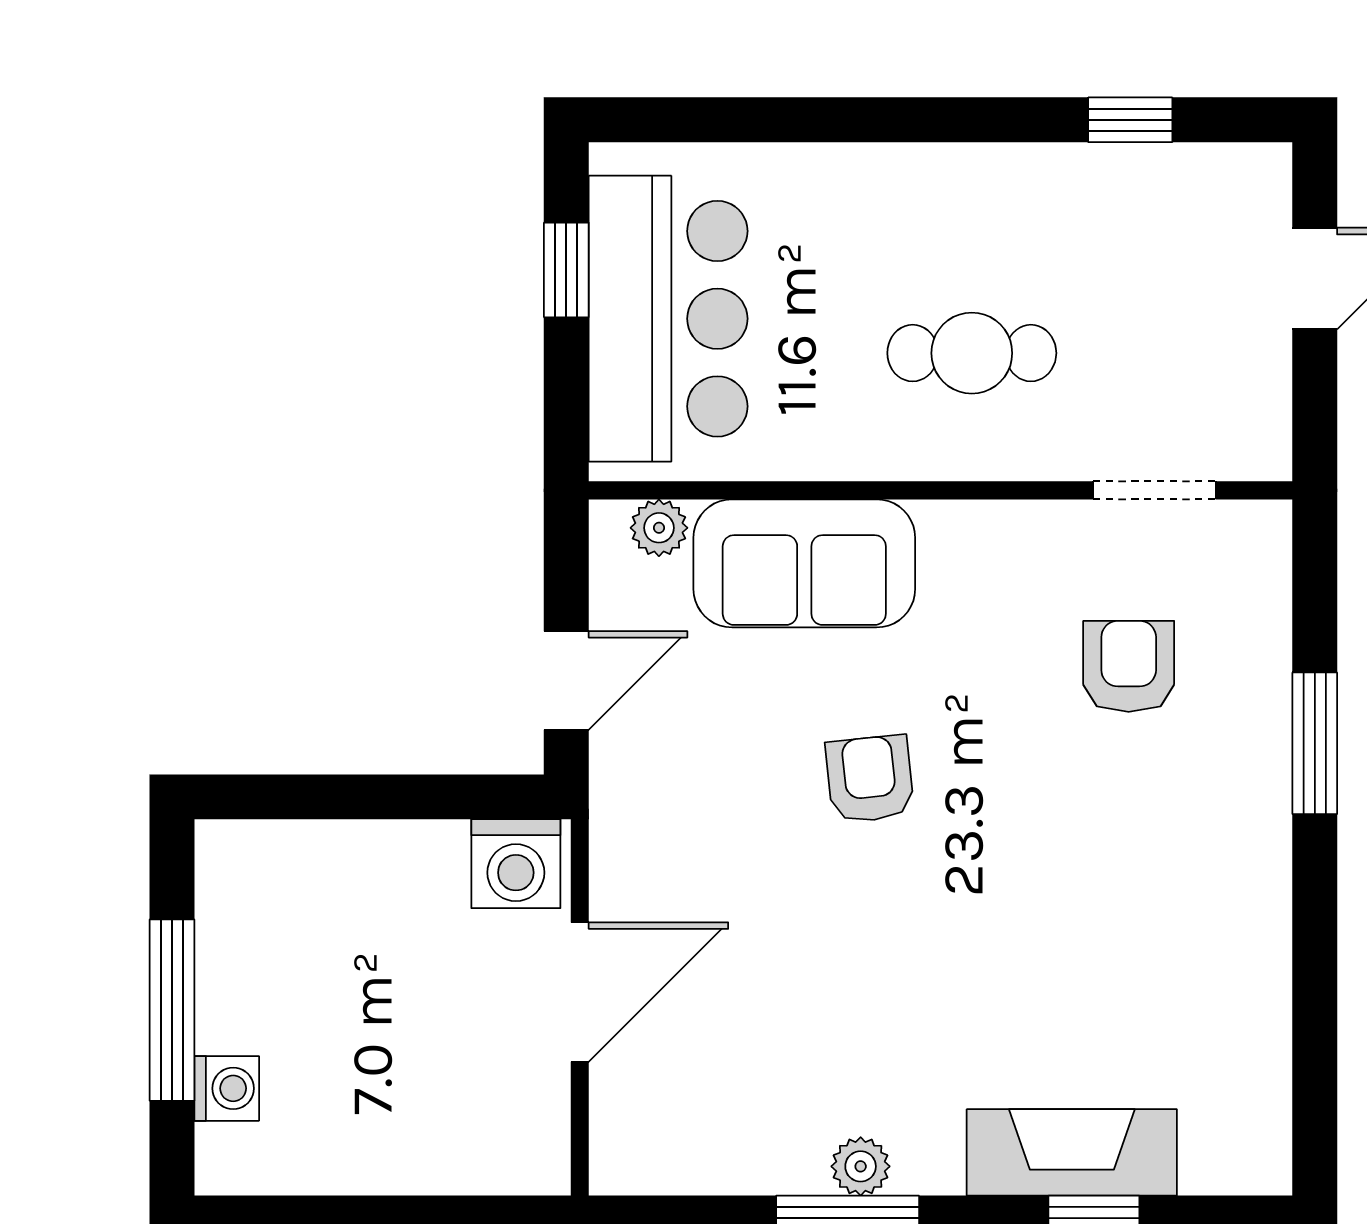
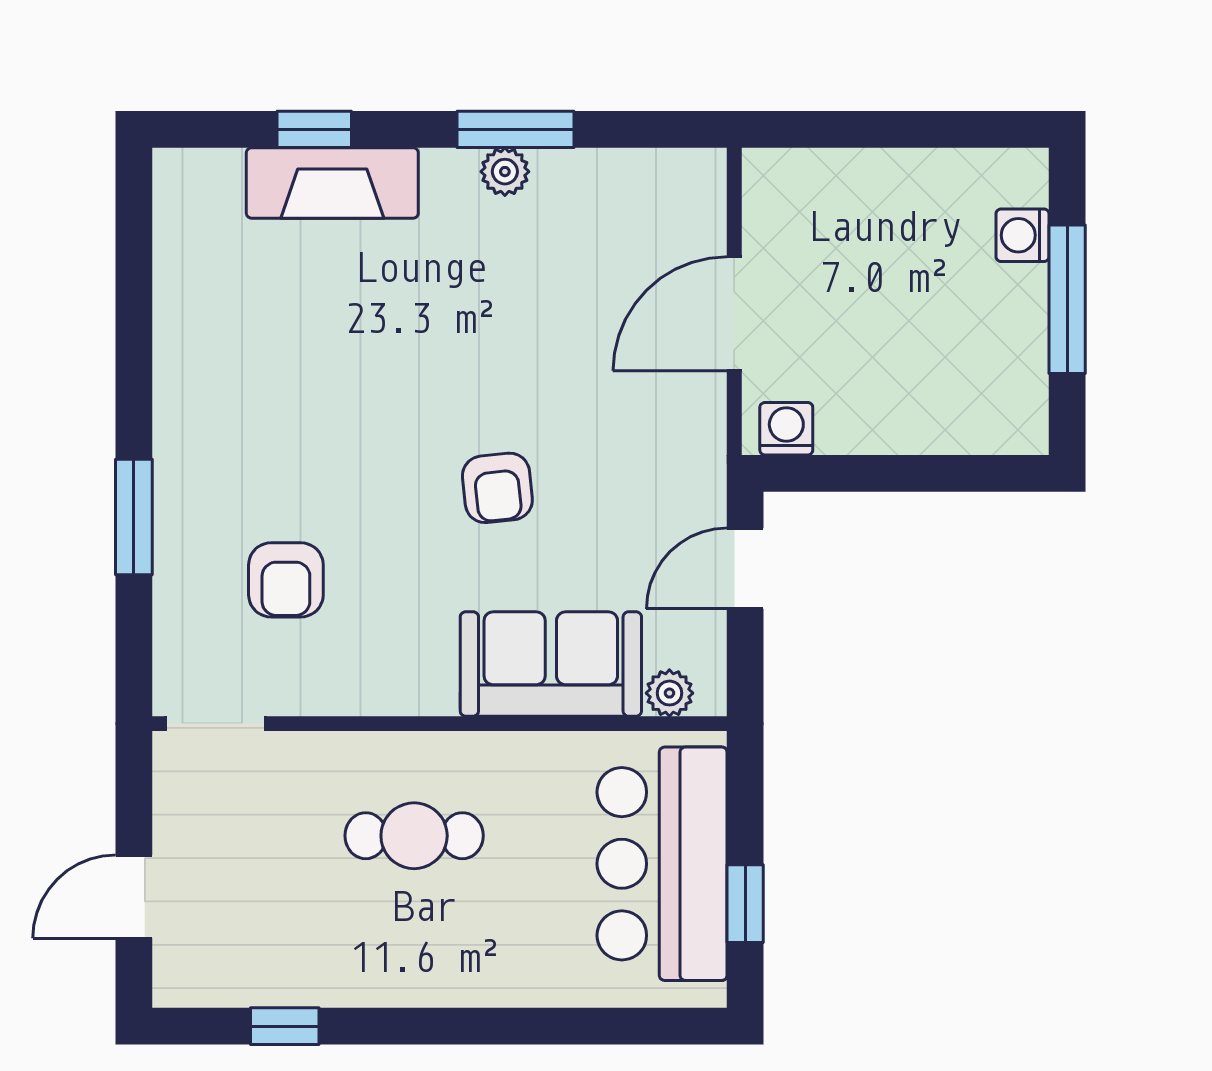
doorway: (1154, 490) -> (216, 724), moved
washing machine: (516, 864) -> (786, 429), width x0.73, depth x0.73

